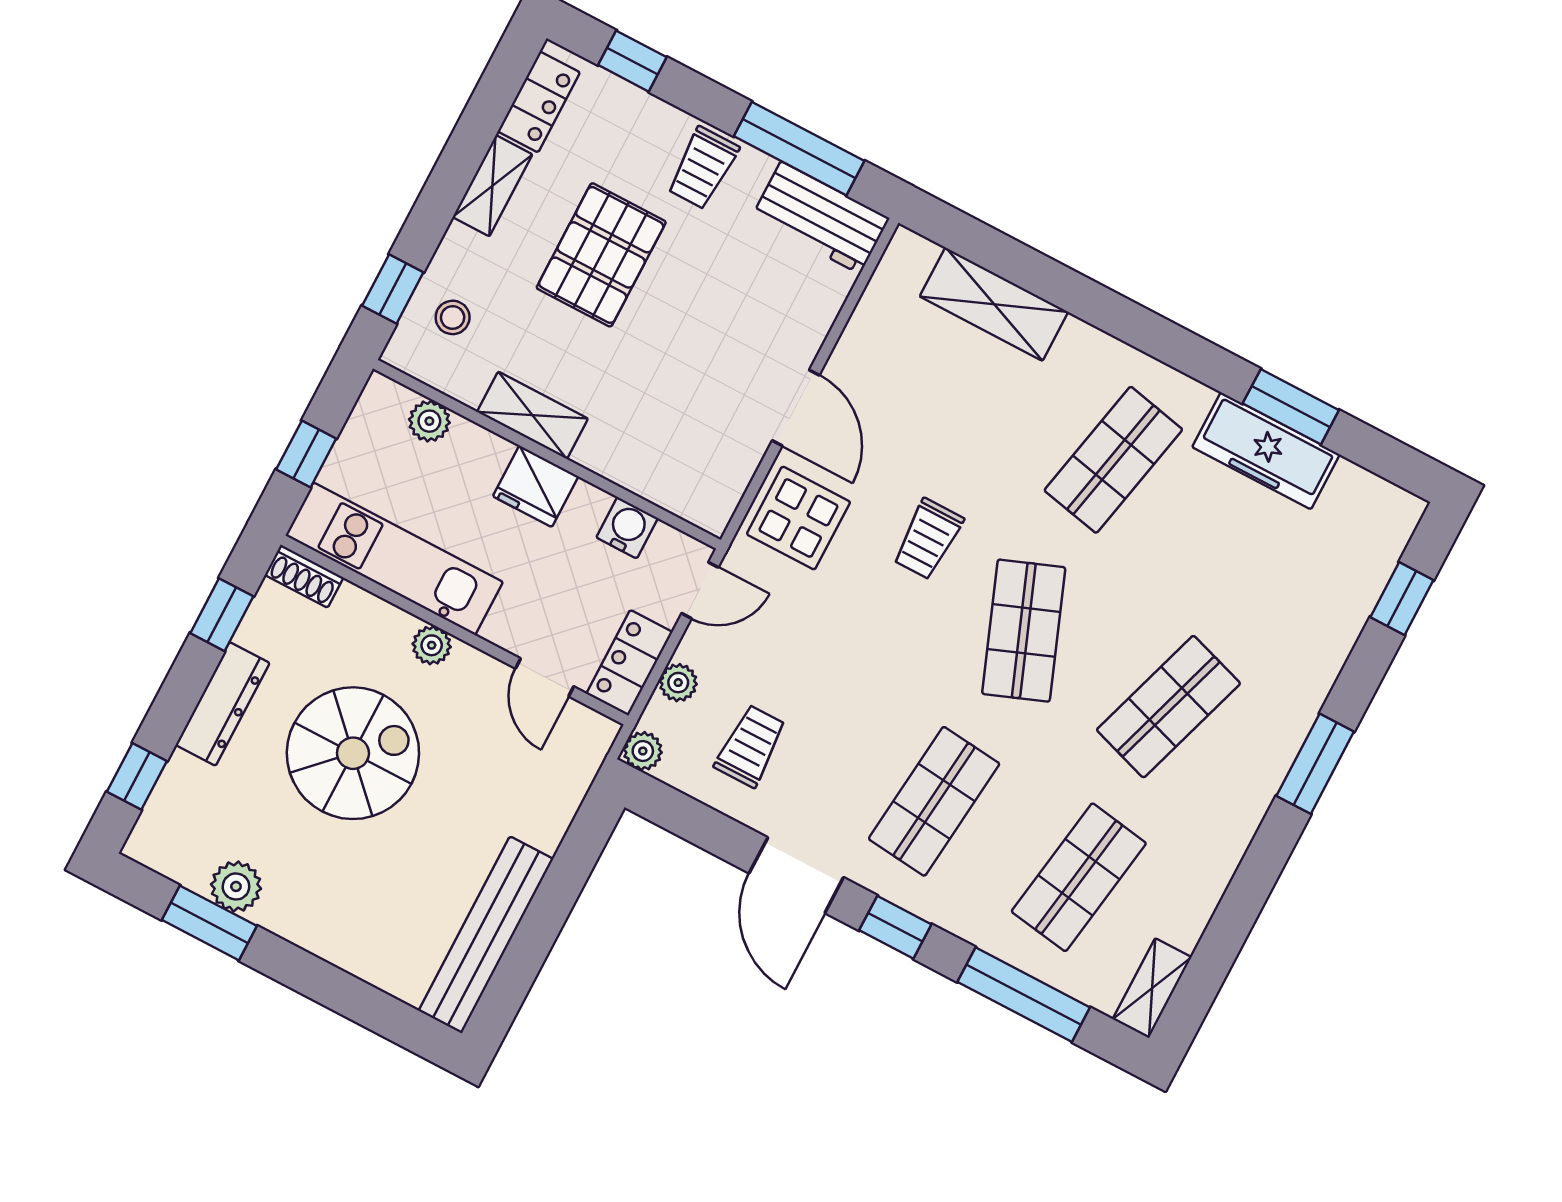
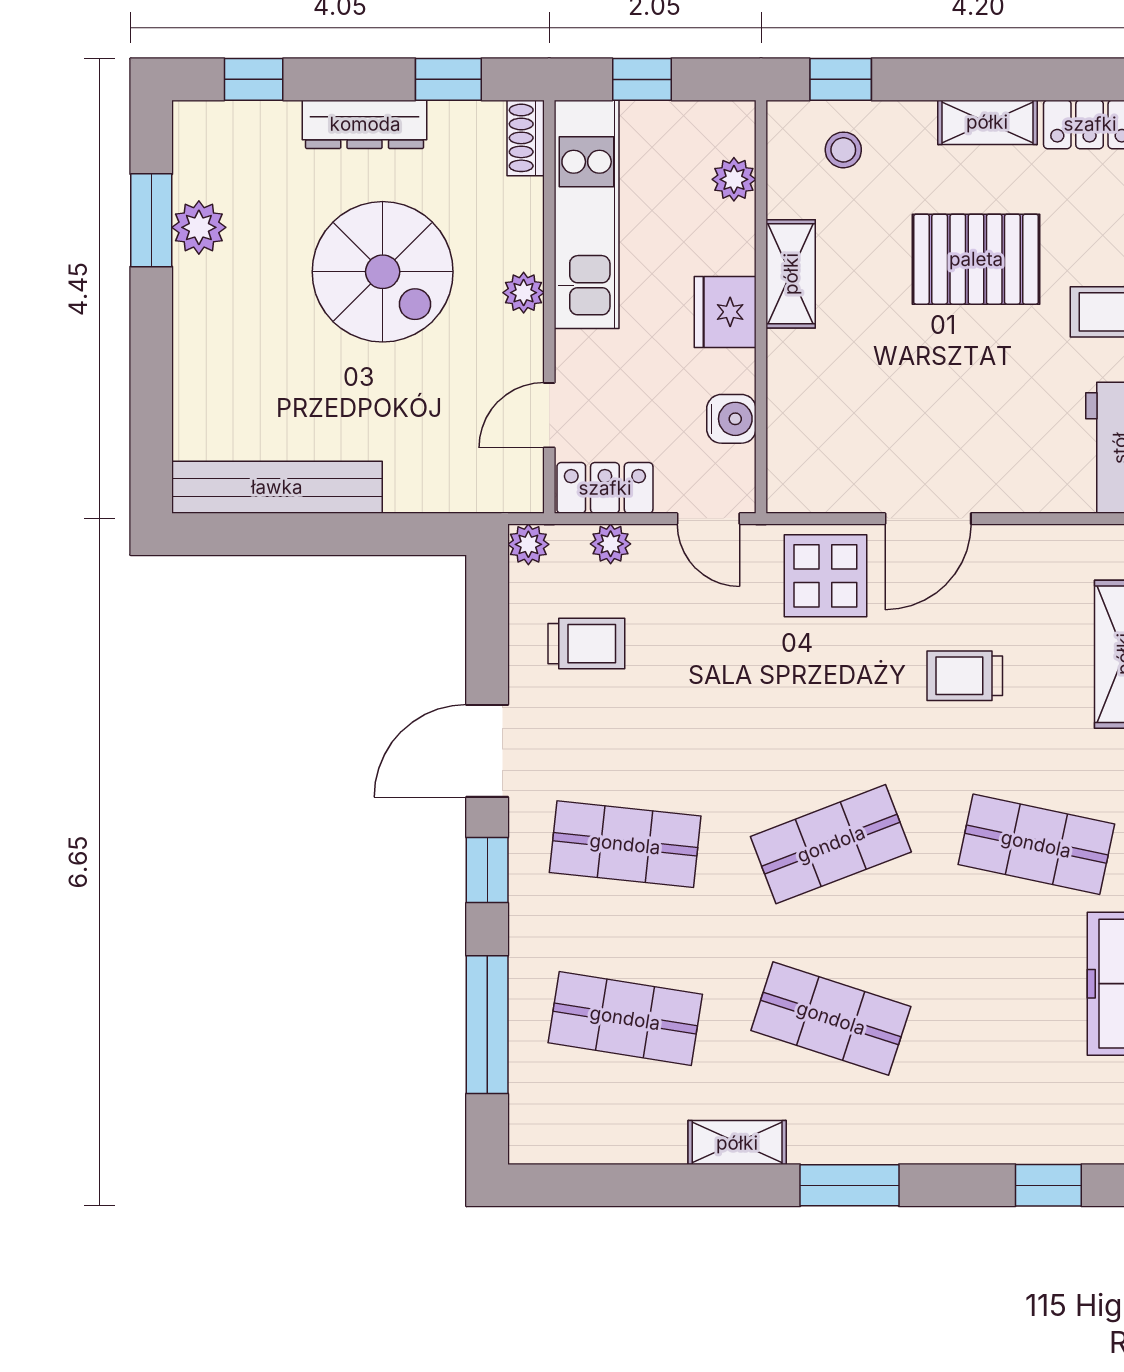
trolley: (928, 539) -> (965, 676), moved
shelving: (1152, 988) -> (737, 1143), moved

